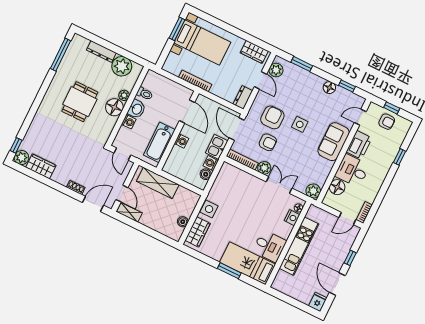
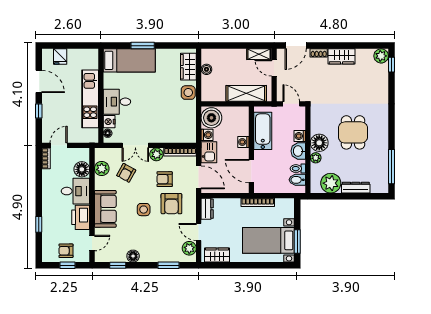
bidet: (150, 84) -> (297, 180), added
armchair: (299, 165) -> (126, 173), added
wardrobe: (41, 166) -> (342, 56), moved
boiler: (206, 174) -> (211, 118), width x1.86, depth x1.86
plant: (313, 191) -> (102, 169), moved
desk: (269, 246) -> (117, 102), moved
fridge: (318, 302) -> (60, 57), moved

